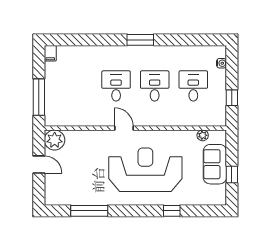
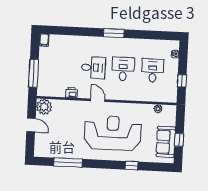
desk: (116, 86) -> (93, 68), turned 90
printer: (89, 120) -> (71, 93), added
sofa: (215, 164) -> (166, 142), moved

